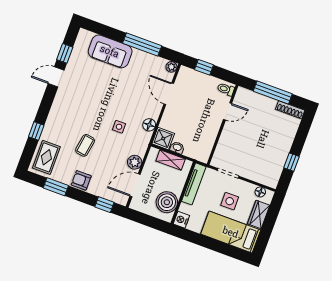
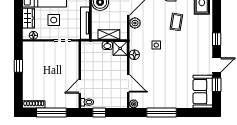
sofa: (110, 51) -> (203, 92), moved, turned -90
window: (204, 67) -> (99, 113), moved
window: (36, 131) -> (217, 39), moved

